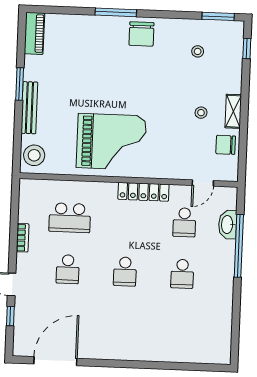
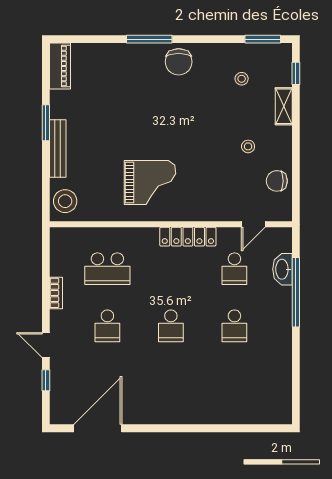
shelving: (233, 111) -> (284, 106), moved
grand piano: (111, 142) -> (150, 183), width x0.73, depth x0.68

